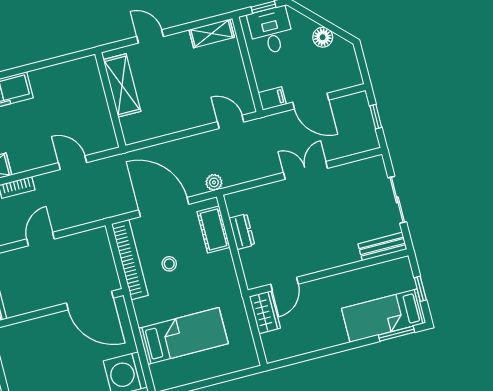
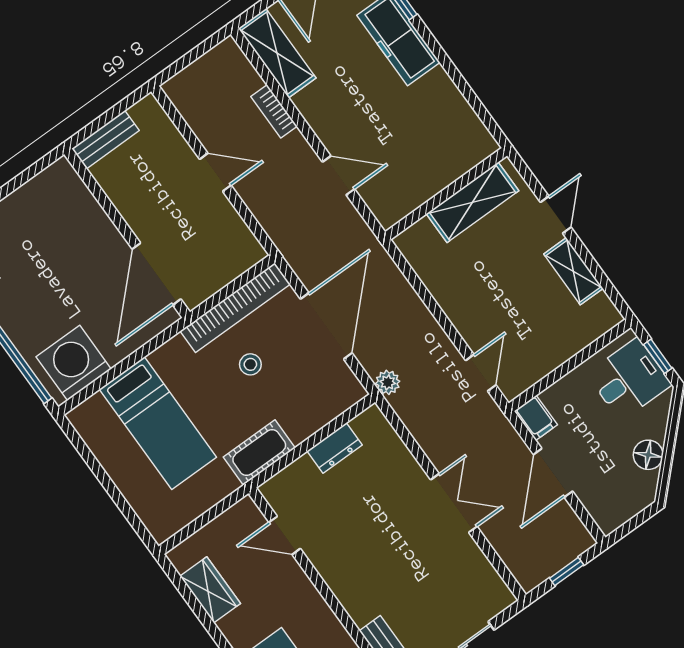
shelving: (212, 34) -> (573, 271), moved
door: (73, 163) -> (338, 175), hinge flipped
cot: (213, 229) -> (259, 453), moved
wardrobe: (265, 312) -> (210, 590), moved, turned -90

